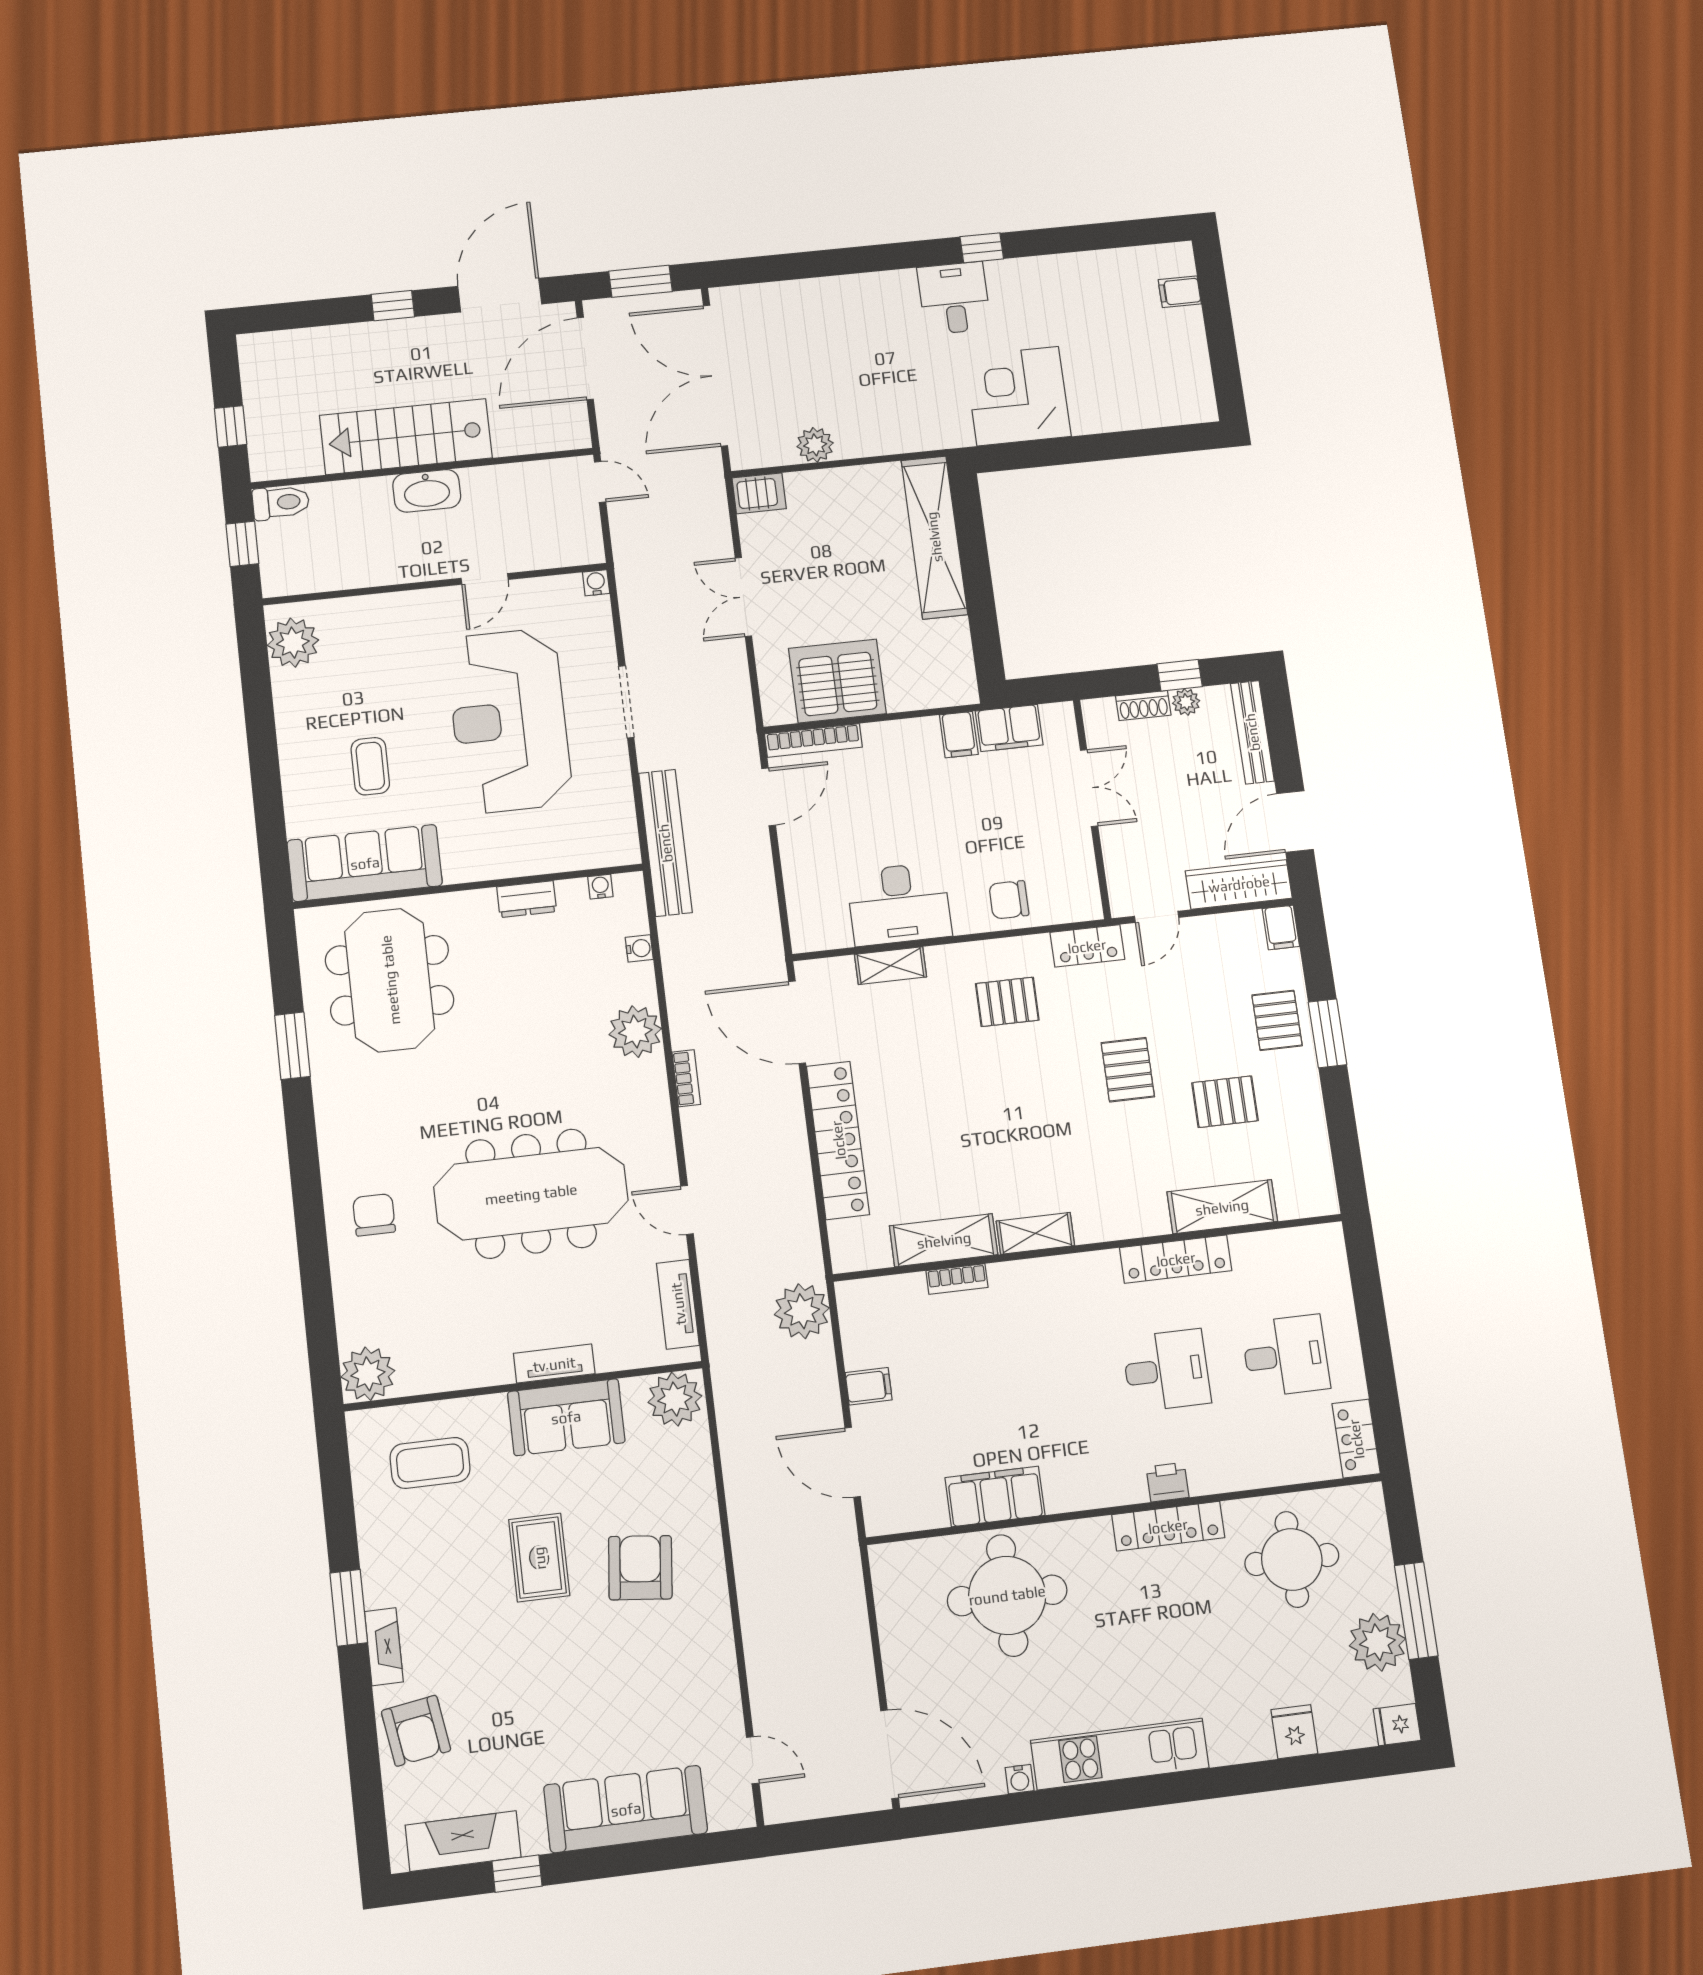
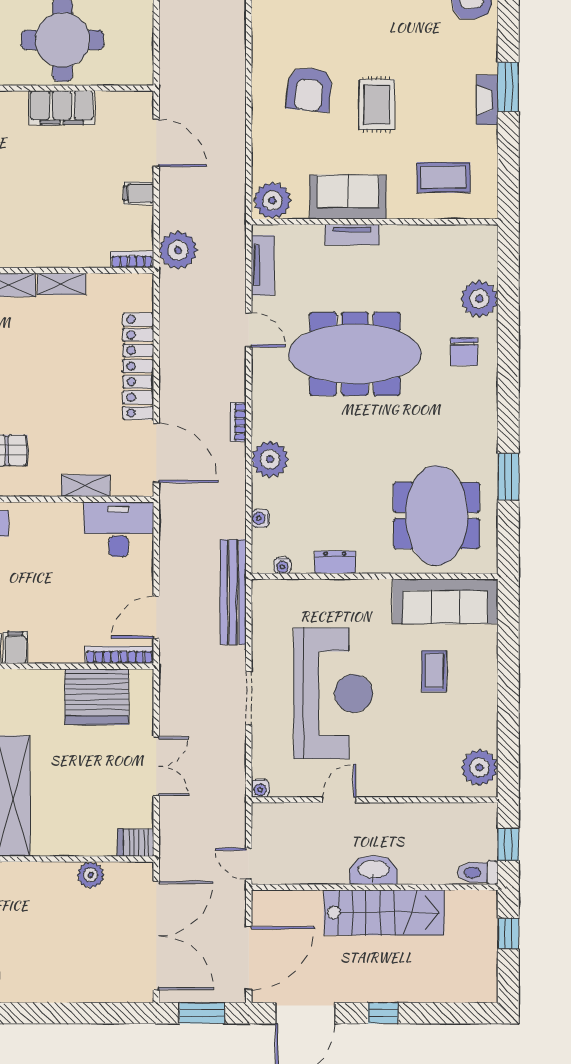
desk: (899, 904) -> (119, 529), moved
shelving: (944, 1240) -> (62, 284), width x0.67, depth x0.75
bookcase: (957, 1279) -> (132, 260), moved
plant: (368, 1374) -> (479, 299), moved
fireplace: (384, 1647) -> (487, 100), moved

